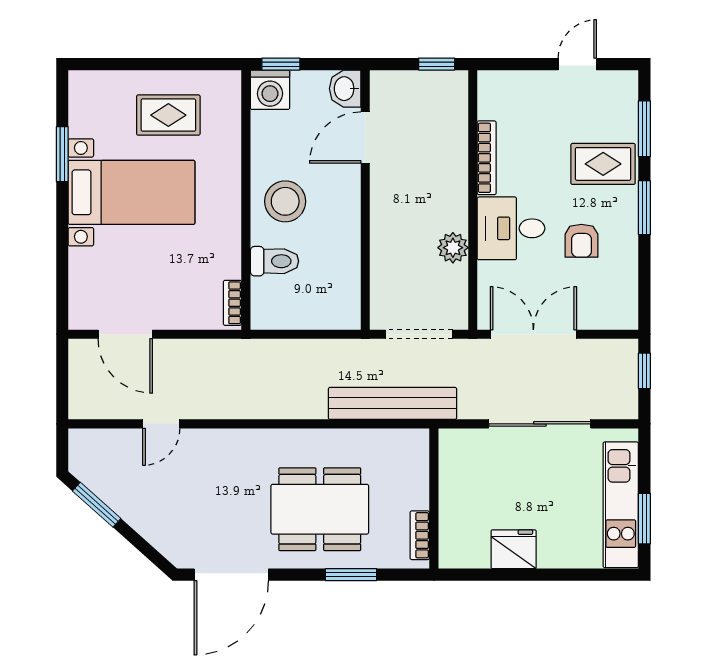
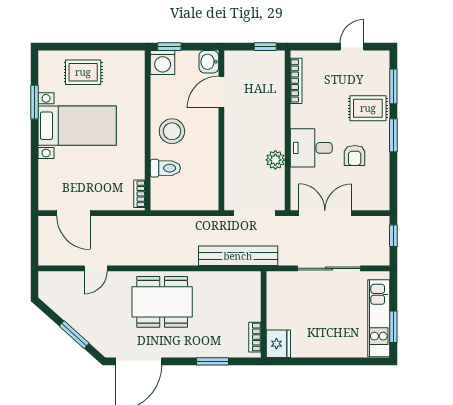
rug: (168, 115) -> (83, 72), moved
bookcase: (487, 158) -> (296, 81), moved
window: (97, 505) -> (74, 335), moved
dining table: (320, 509) -> (162, 302), moved
fridge: (514, 549) -> (278, 344), moved, turned 90

